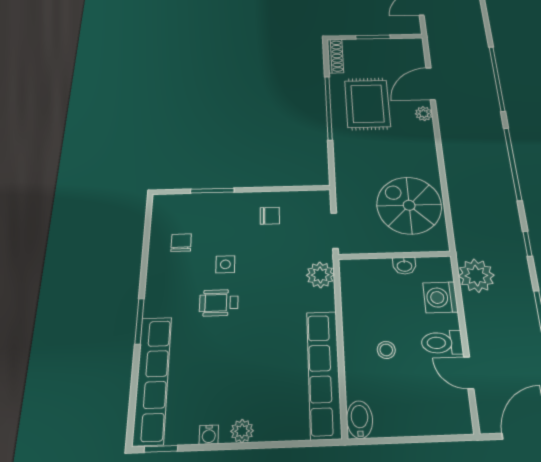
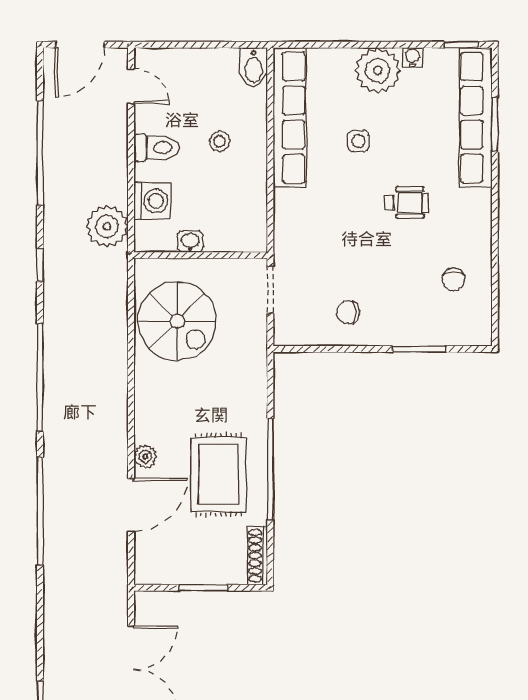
side table: (225, 264) -> (358, 141), moved
plant: (320, 275) -> (290, 233), removed
window: (139, 321) -> (495, 124), moved
door: (469, 373) -> (131, 86), moved
plant: (242, 431) -> (378, 70), width x1.87, depth x1.87

